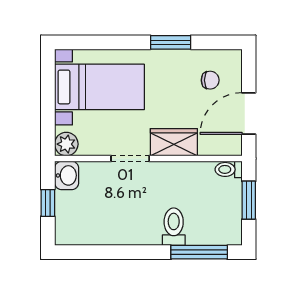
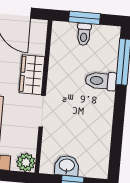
toilet: (229, 169) -> (84, 34), moved
washbasin: (67, 175) -> (67, 166), moved

